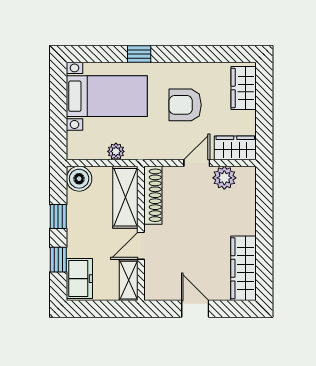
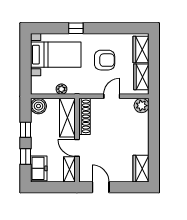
armchair: (185, 105) -> (105, 60), turned 180
wardrobe: (235, 148) -> (141, 77), moved, turned -90
plant: (224, 178) -> (142, 106), moved
door: (141, 246) -> (77, 148), hinge flipped
wardrobe: (243, 268) -> (141, 169), width x0.67
door: (195, 309) -> (101, 187), moved

